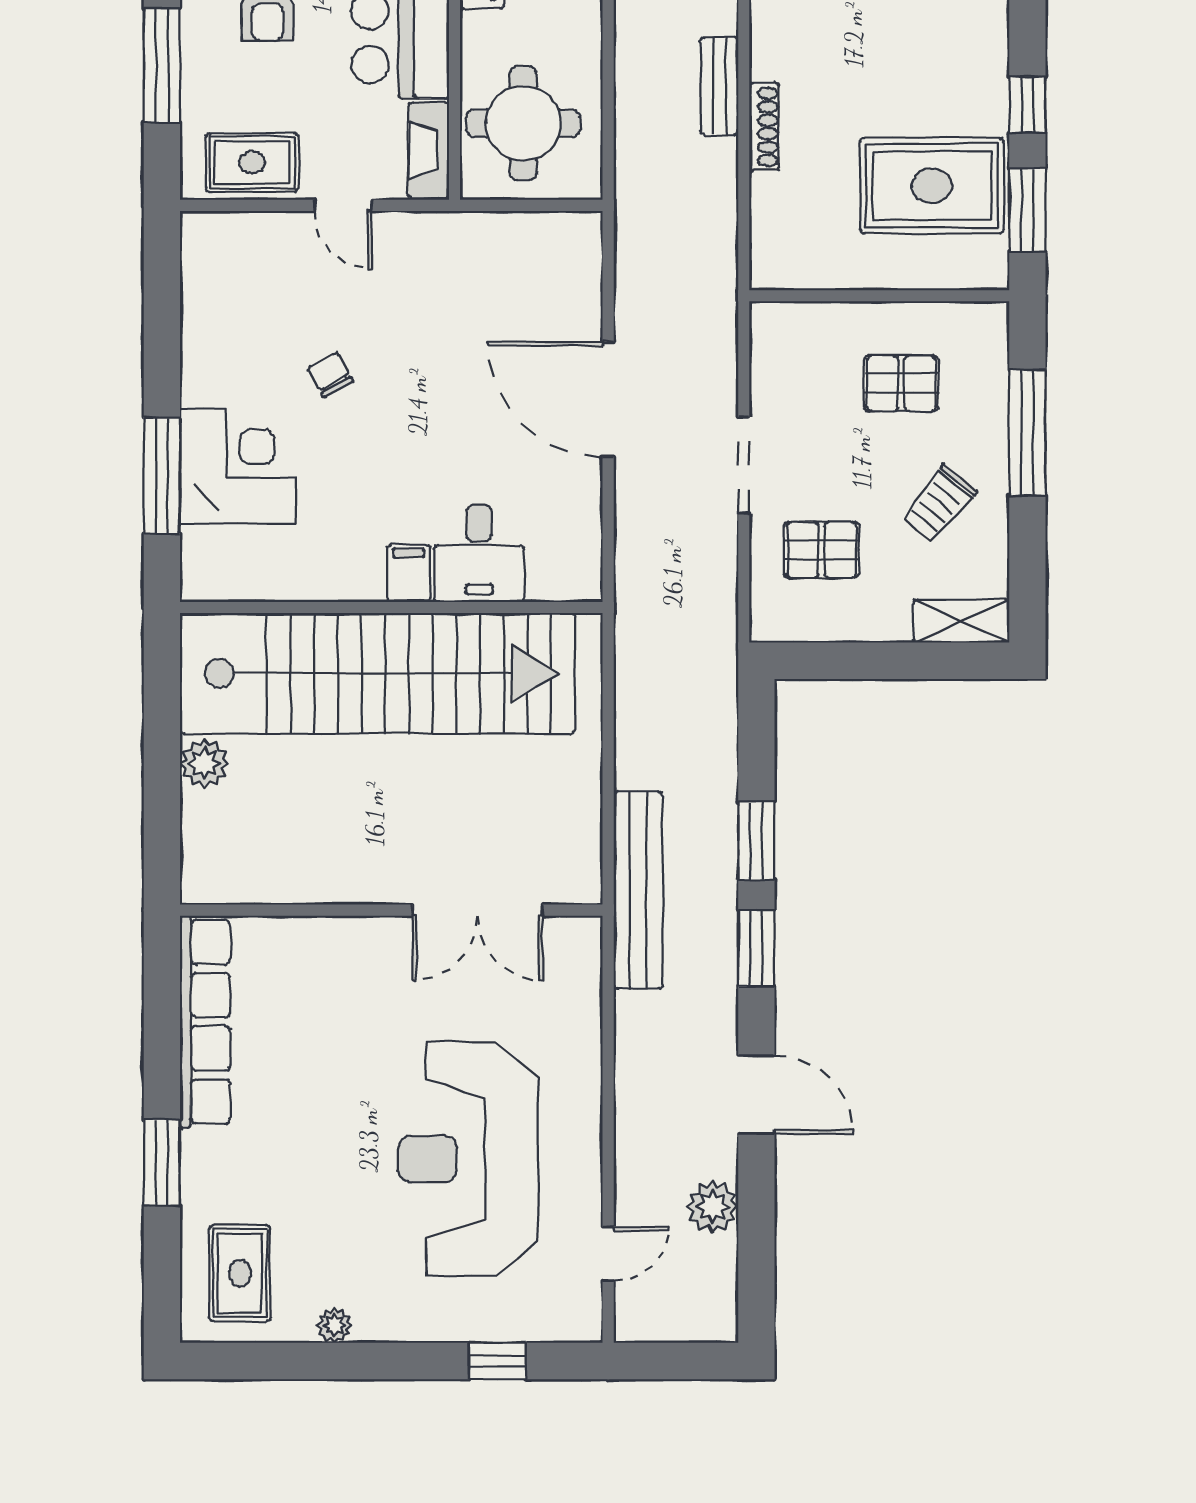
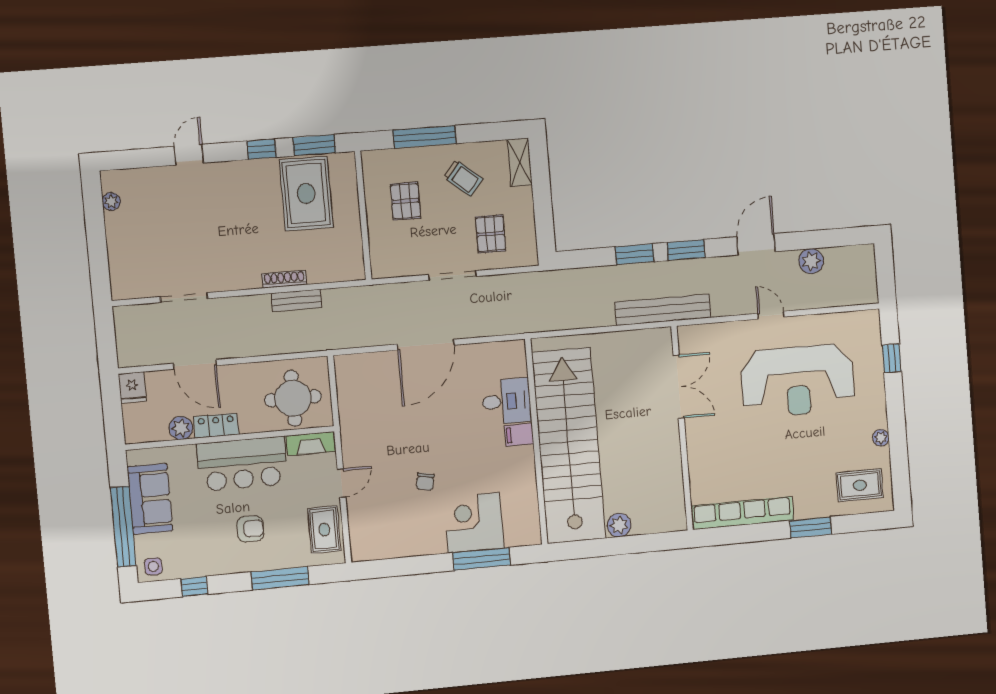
bench: (720, 86) -> (296, 300), moved
chair: (330, 375) -> (425, 482), turned -50
door: (608, 1254) -> (771, 315), moved

